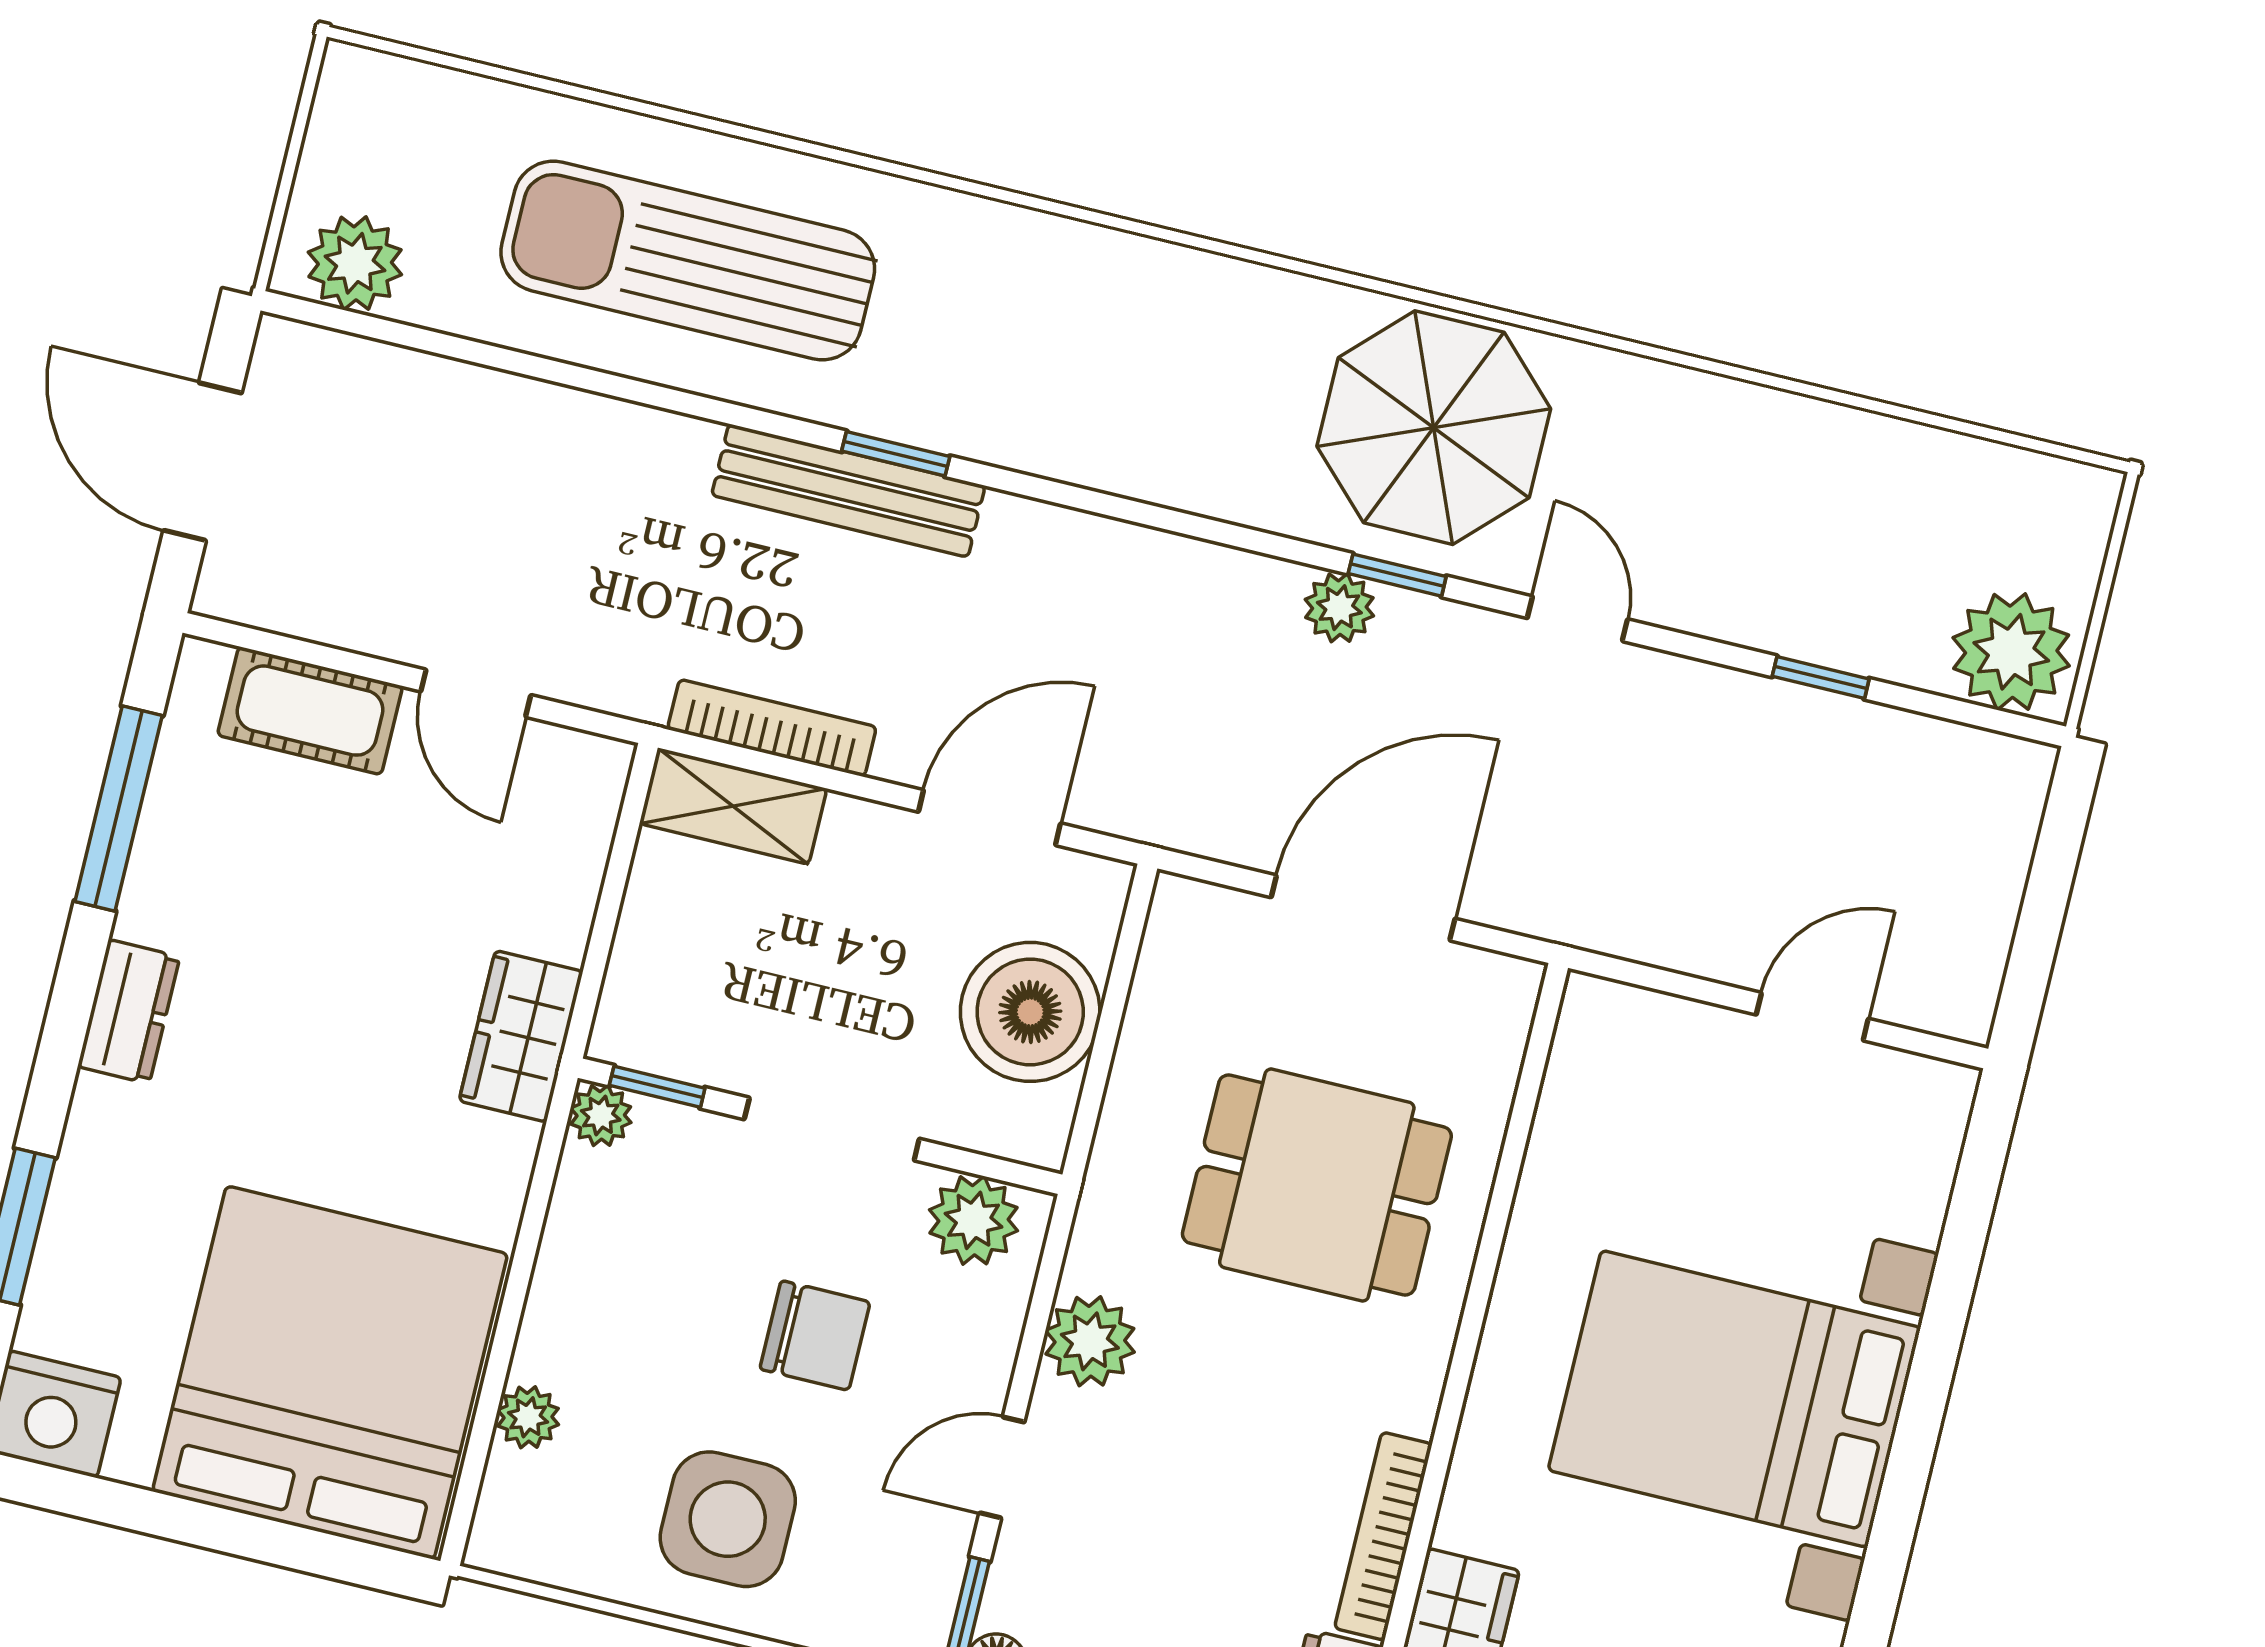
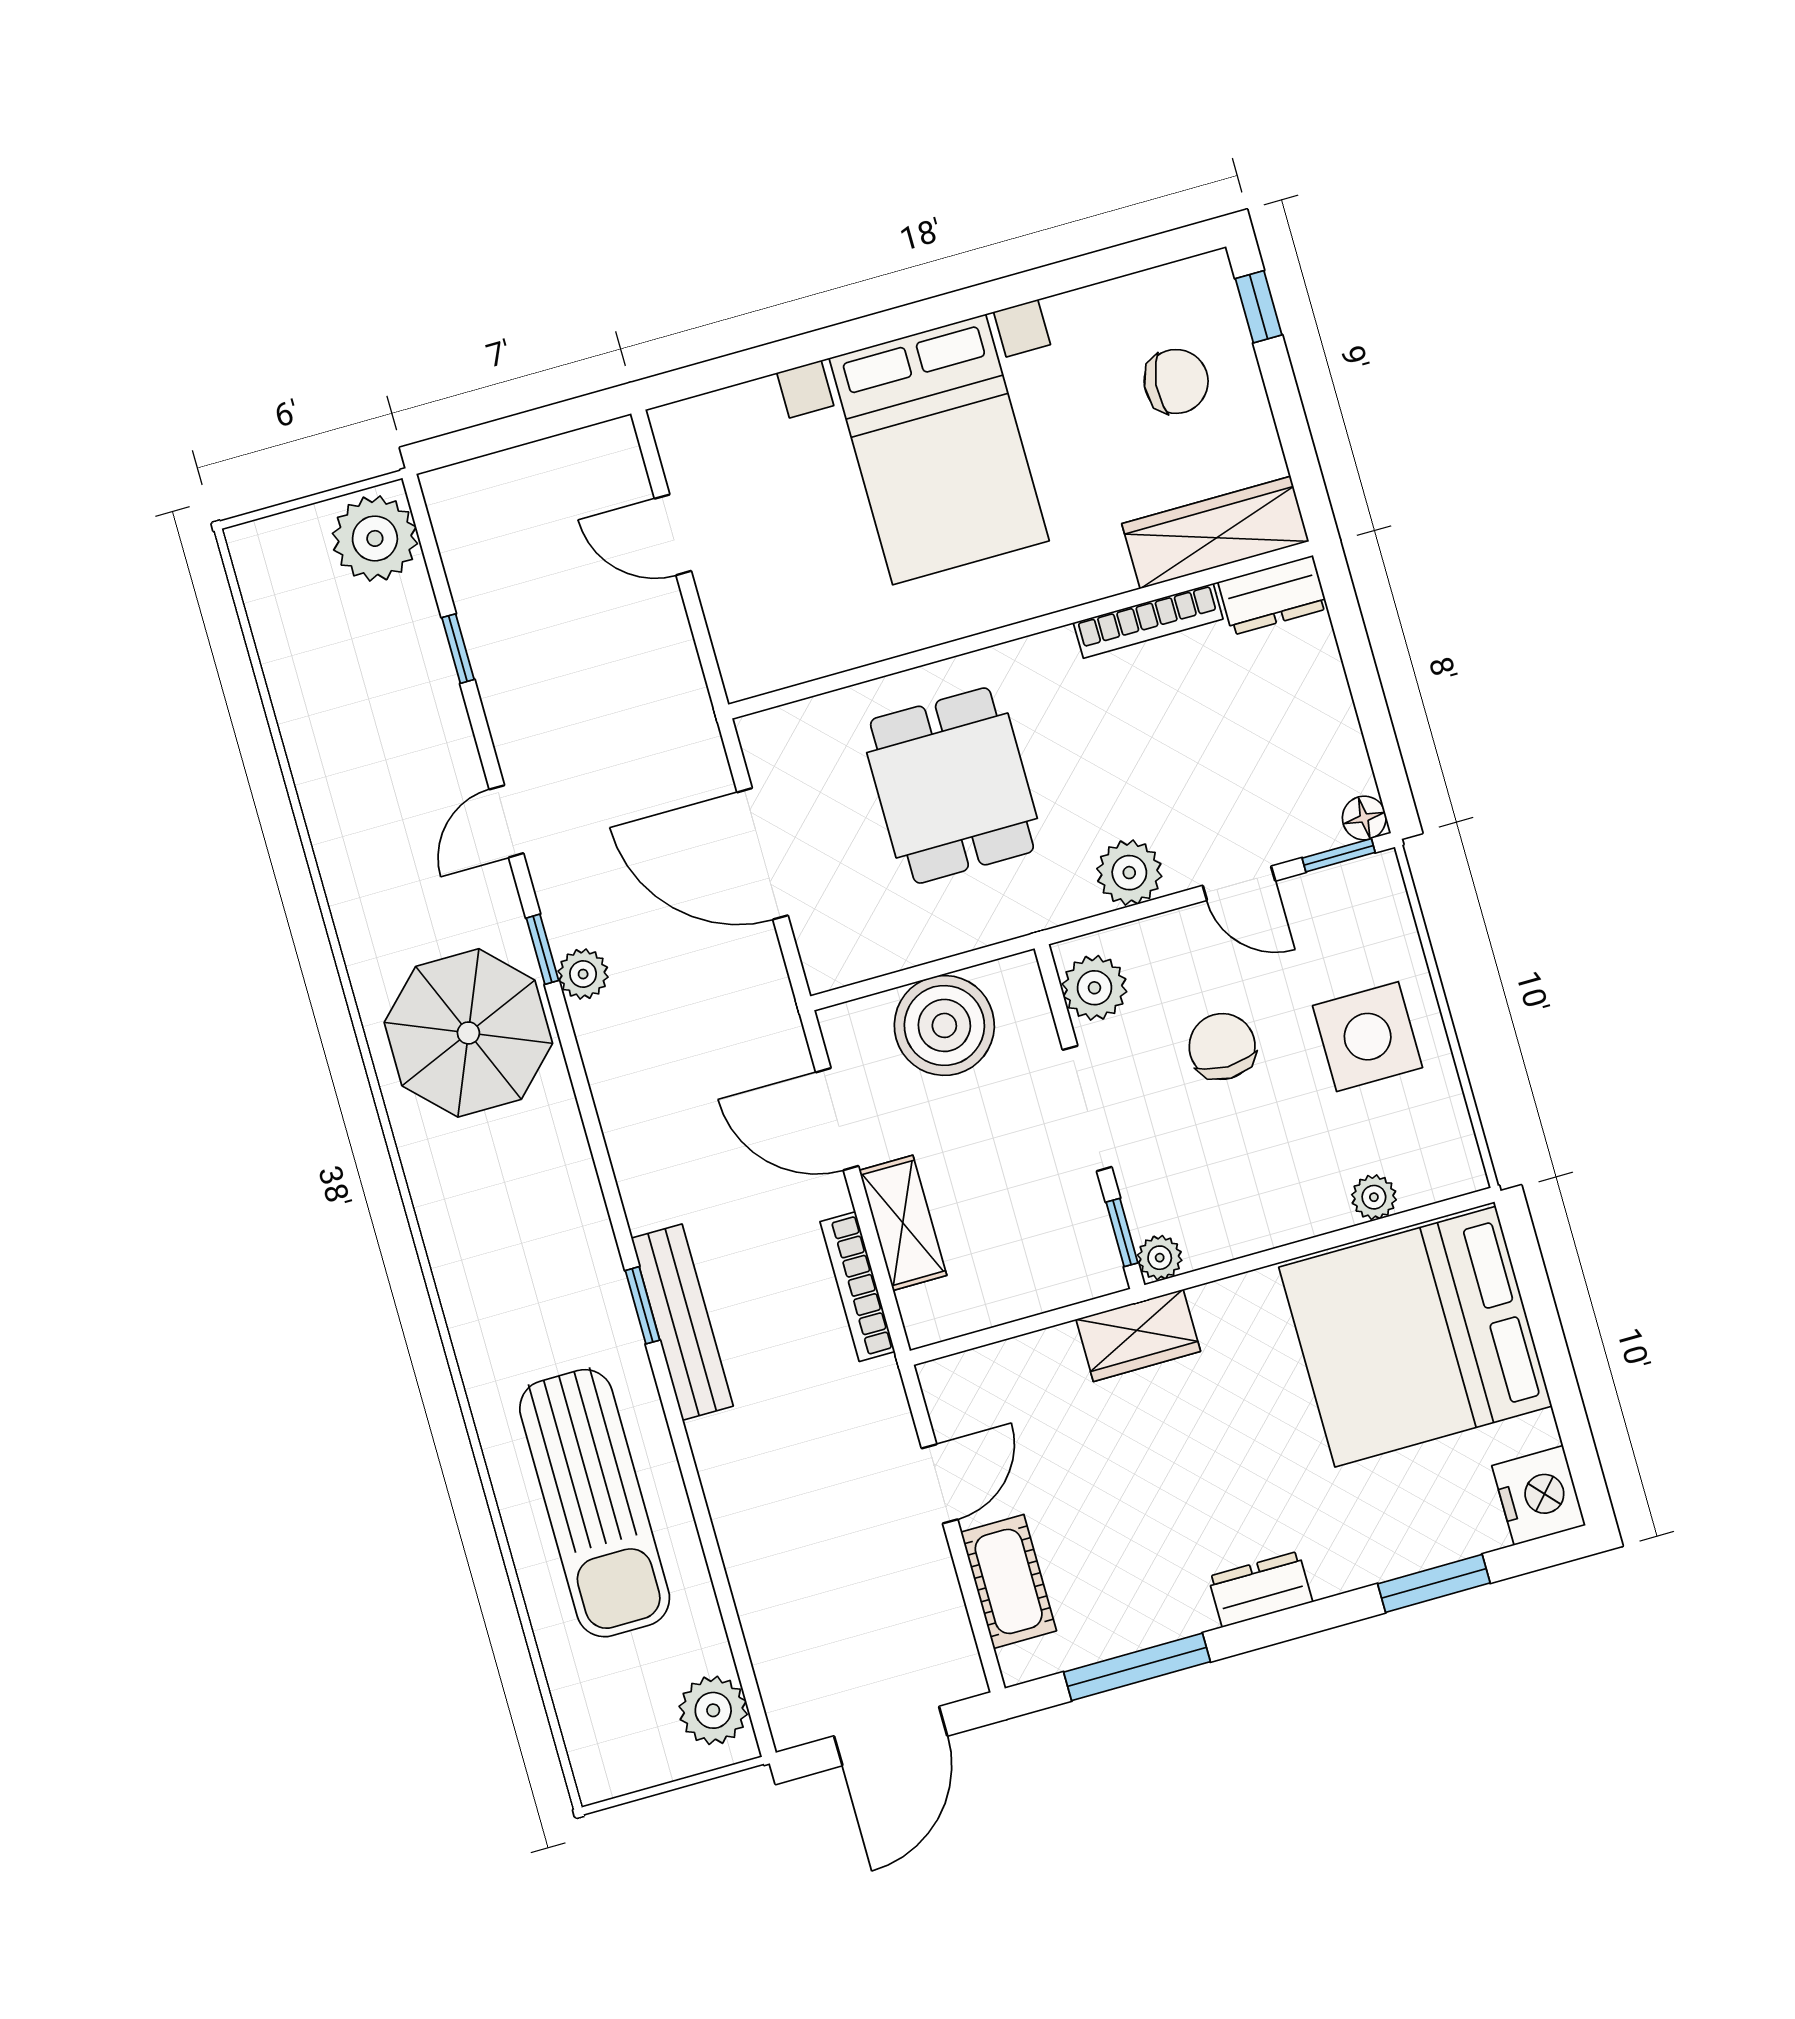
parasol: (1434, 428) -> (468, 1033), moved
shelving: (733, 806) -> (903, 1223), moved

